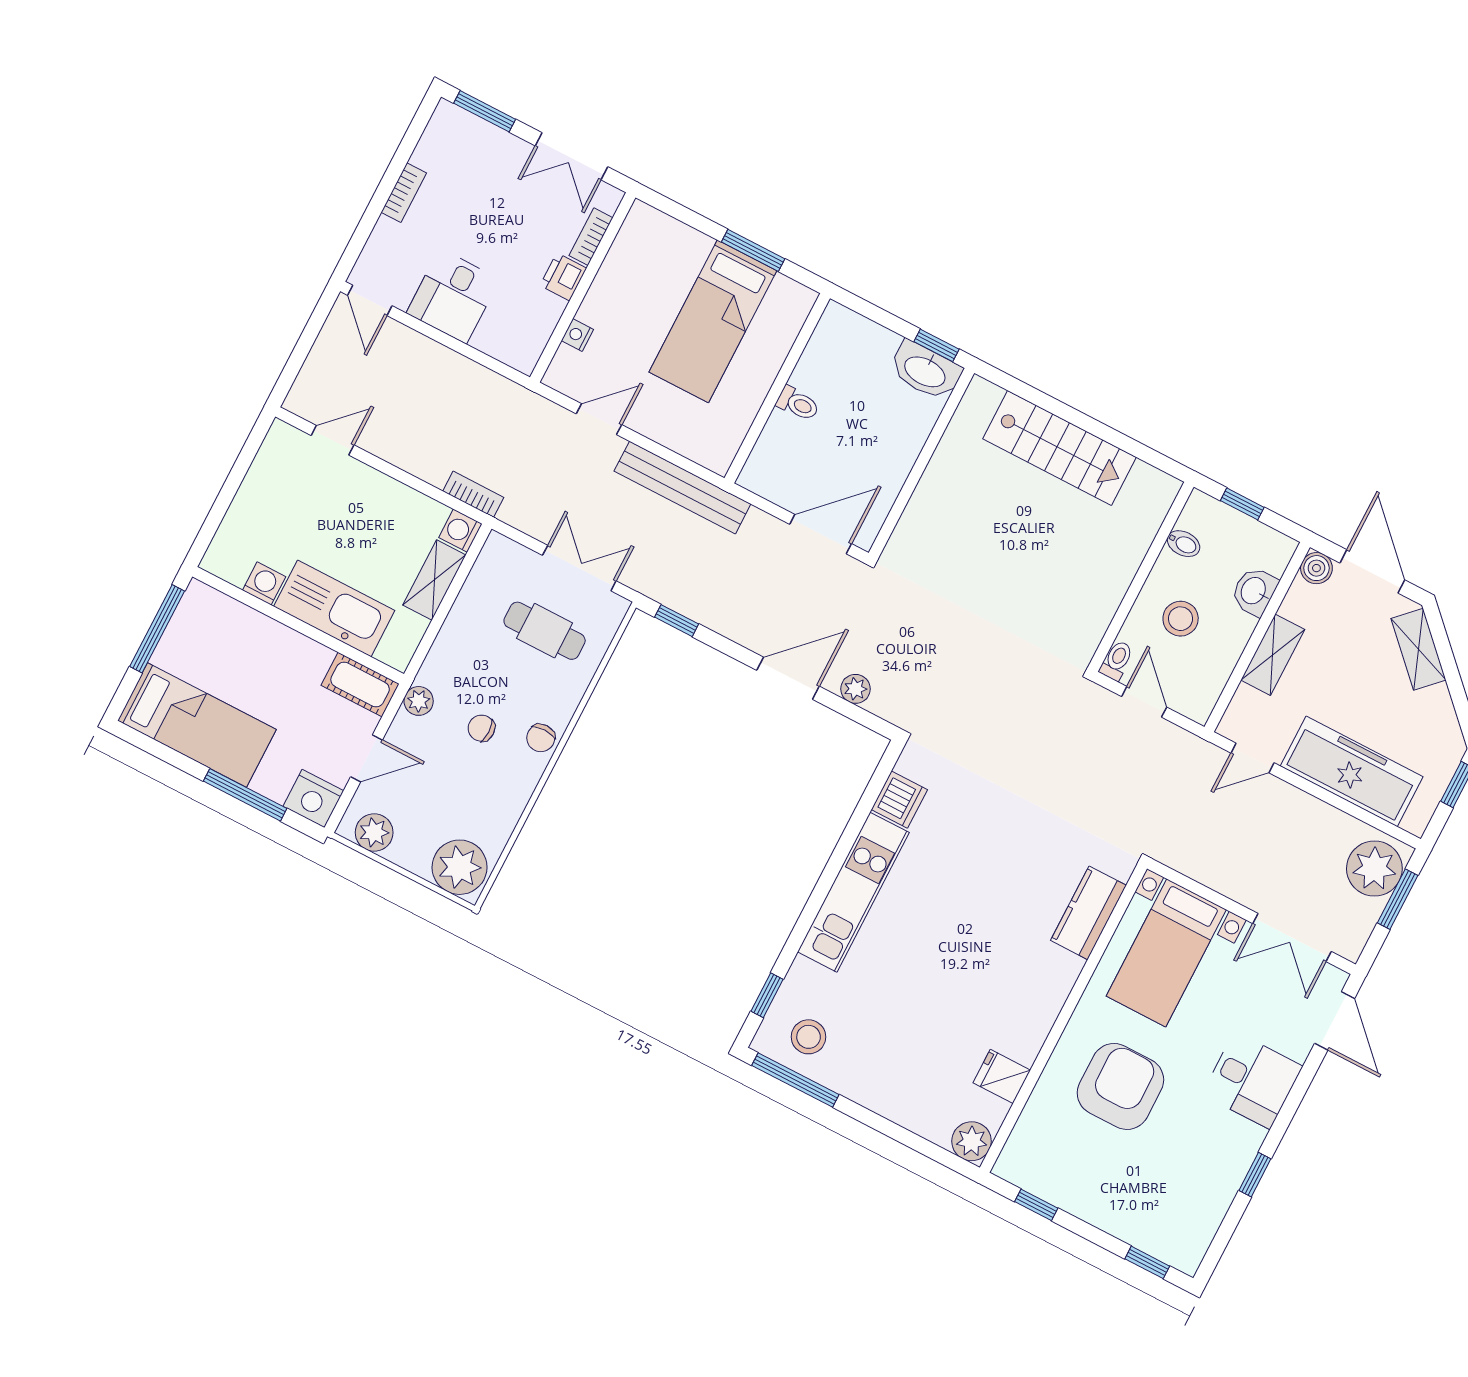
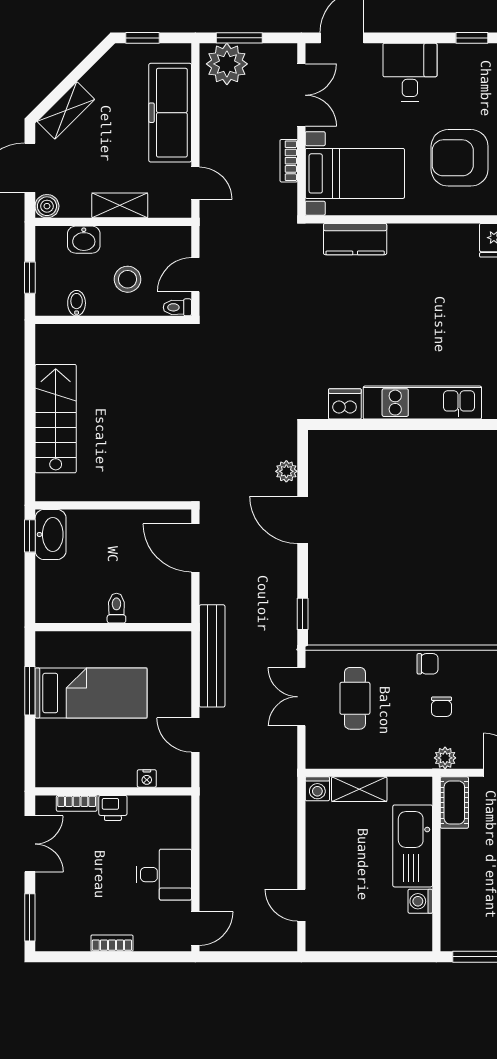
bookcase: (473, 494) -> (289, 161), moved

